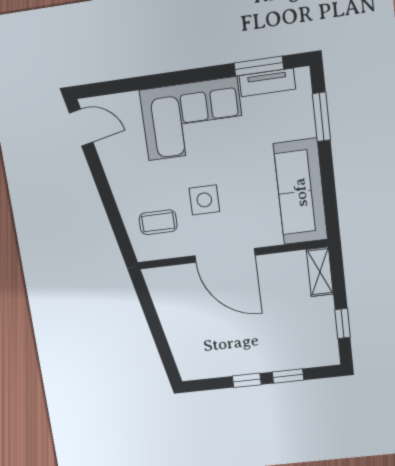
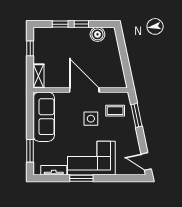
window: (259, 66) -> (81, 178), moved
window: (115, 218) -> (136, 115), added
boiler: (213, 364) -> (97, 34), added

